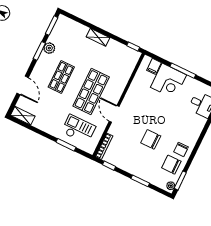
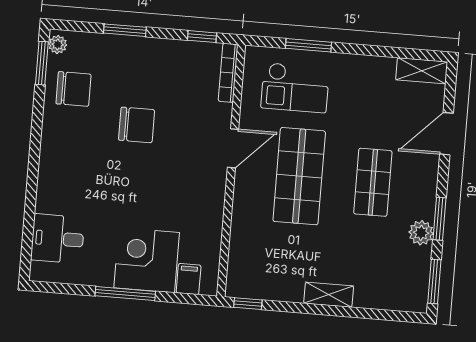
door: (23, 85) -> (446, 134), hinge flipped
door: (114, 114) -> (233, 148), hinge flipped
chair: (181, 149) -> (65, 128), removed

